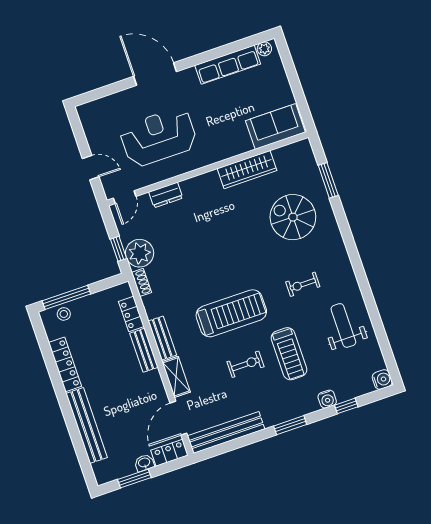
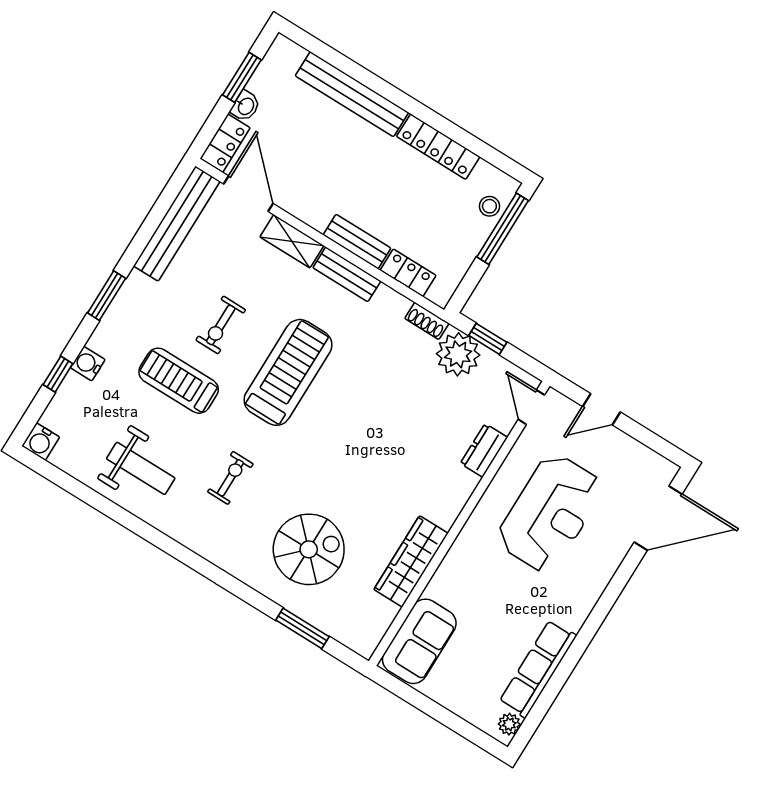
door: (155, 74) -> (658, 518), moved
treadmill: (231, 313) -> (288, 372), turned 180

